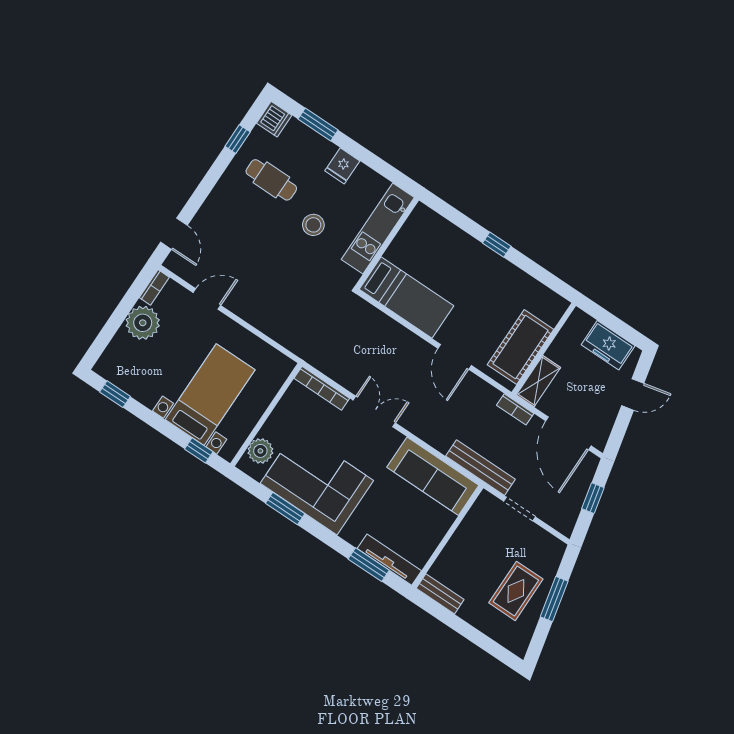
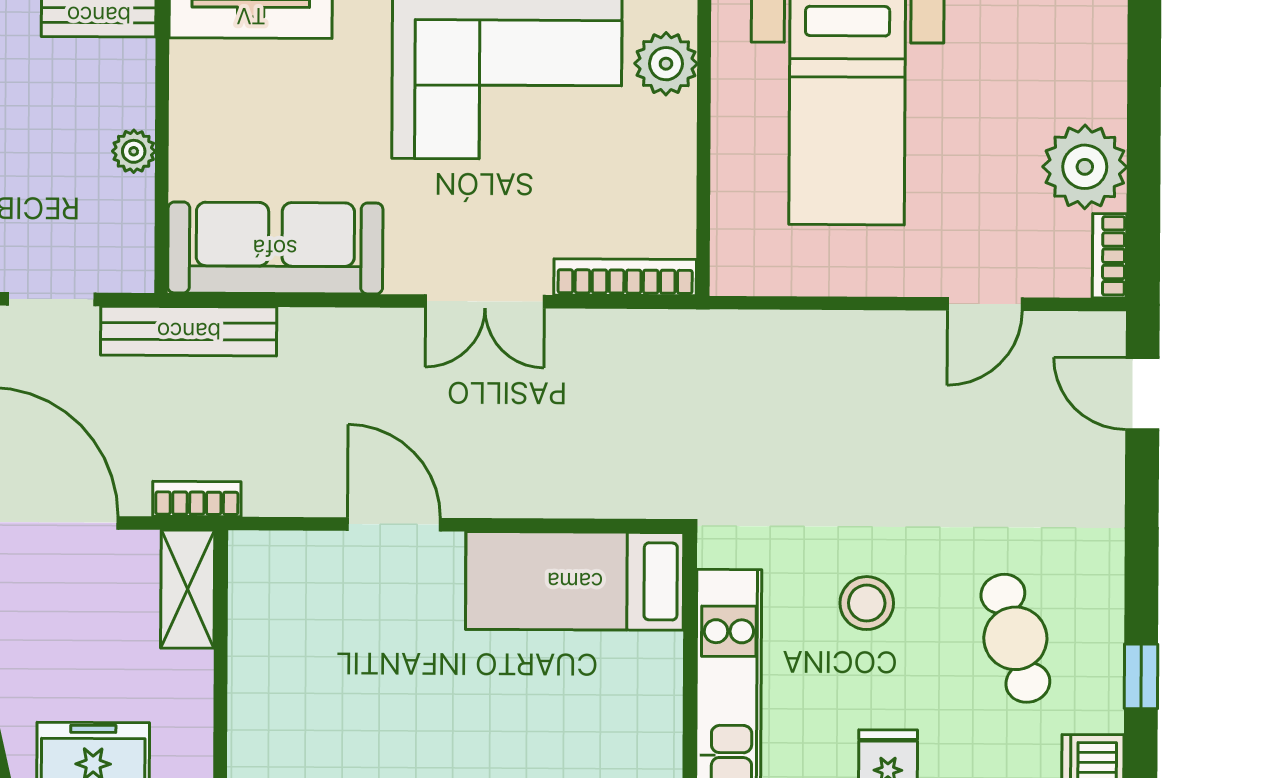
cafe table: (271, 180) -> (1015, 638), turned 74
cot: (521, 347) -> (271, 635), removed
plant: (459, 540) -> (134, 151), added

